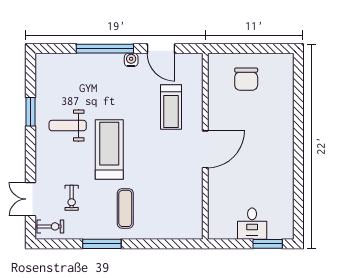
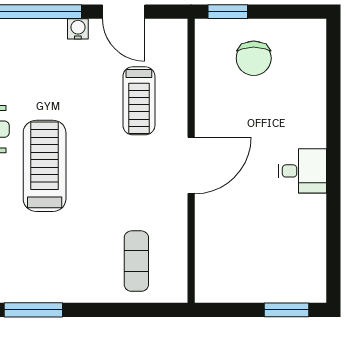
window: (229, 49) -> (228, 12), added
exercise mat: (125, 208) -> (136, 261), moved
desk: (252, 224) -> (302, 171), moved, turned -90

